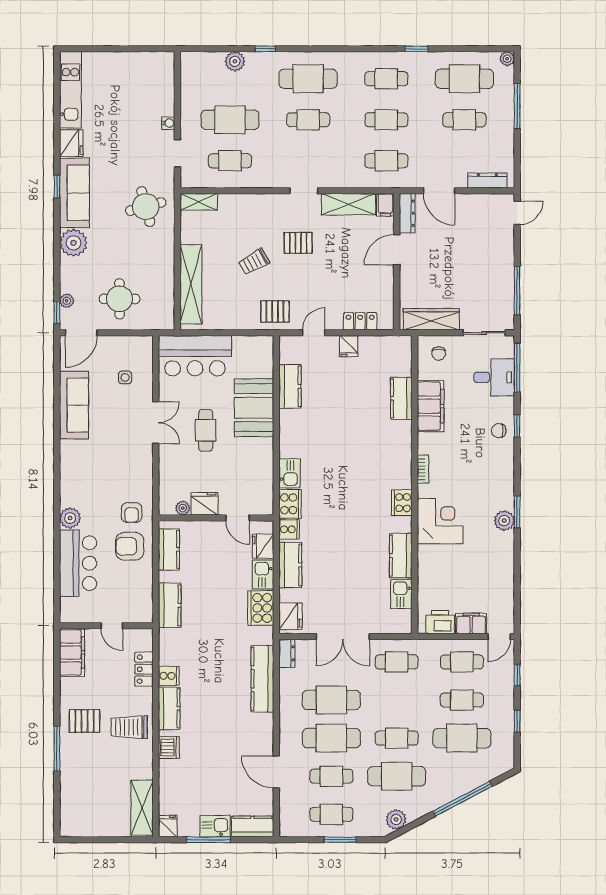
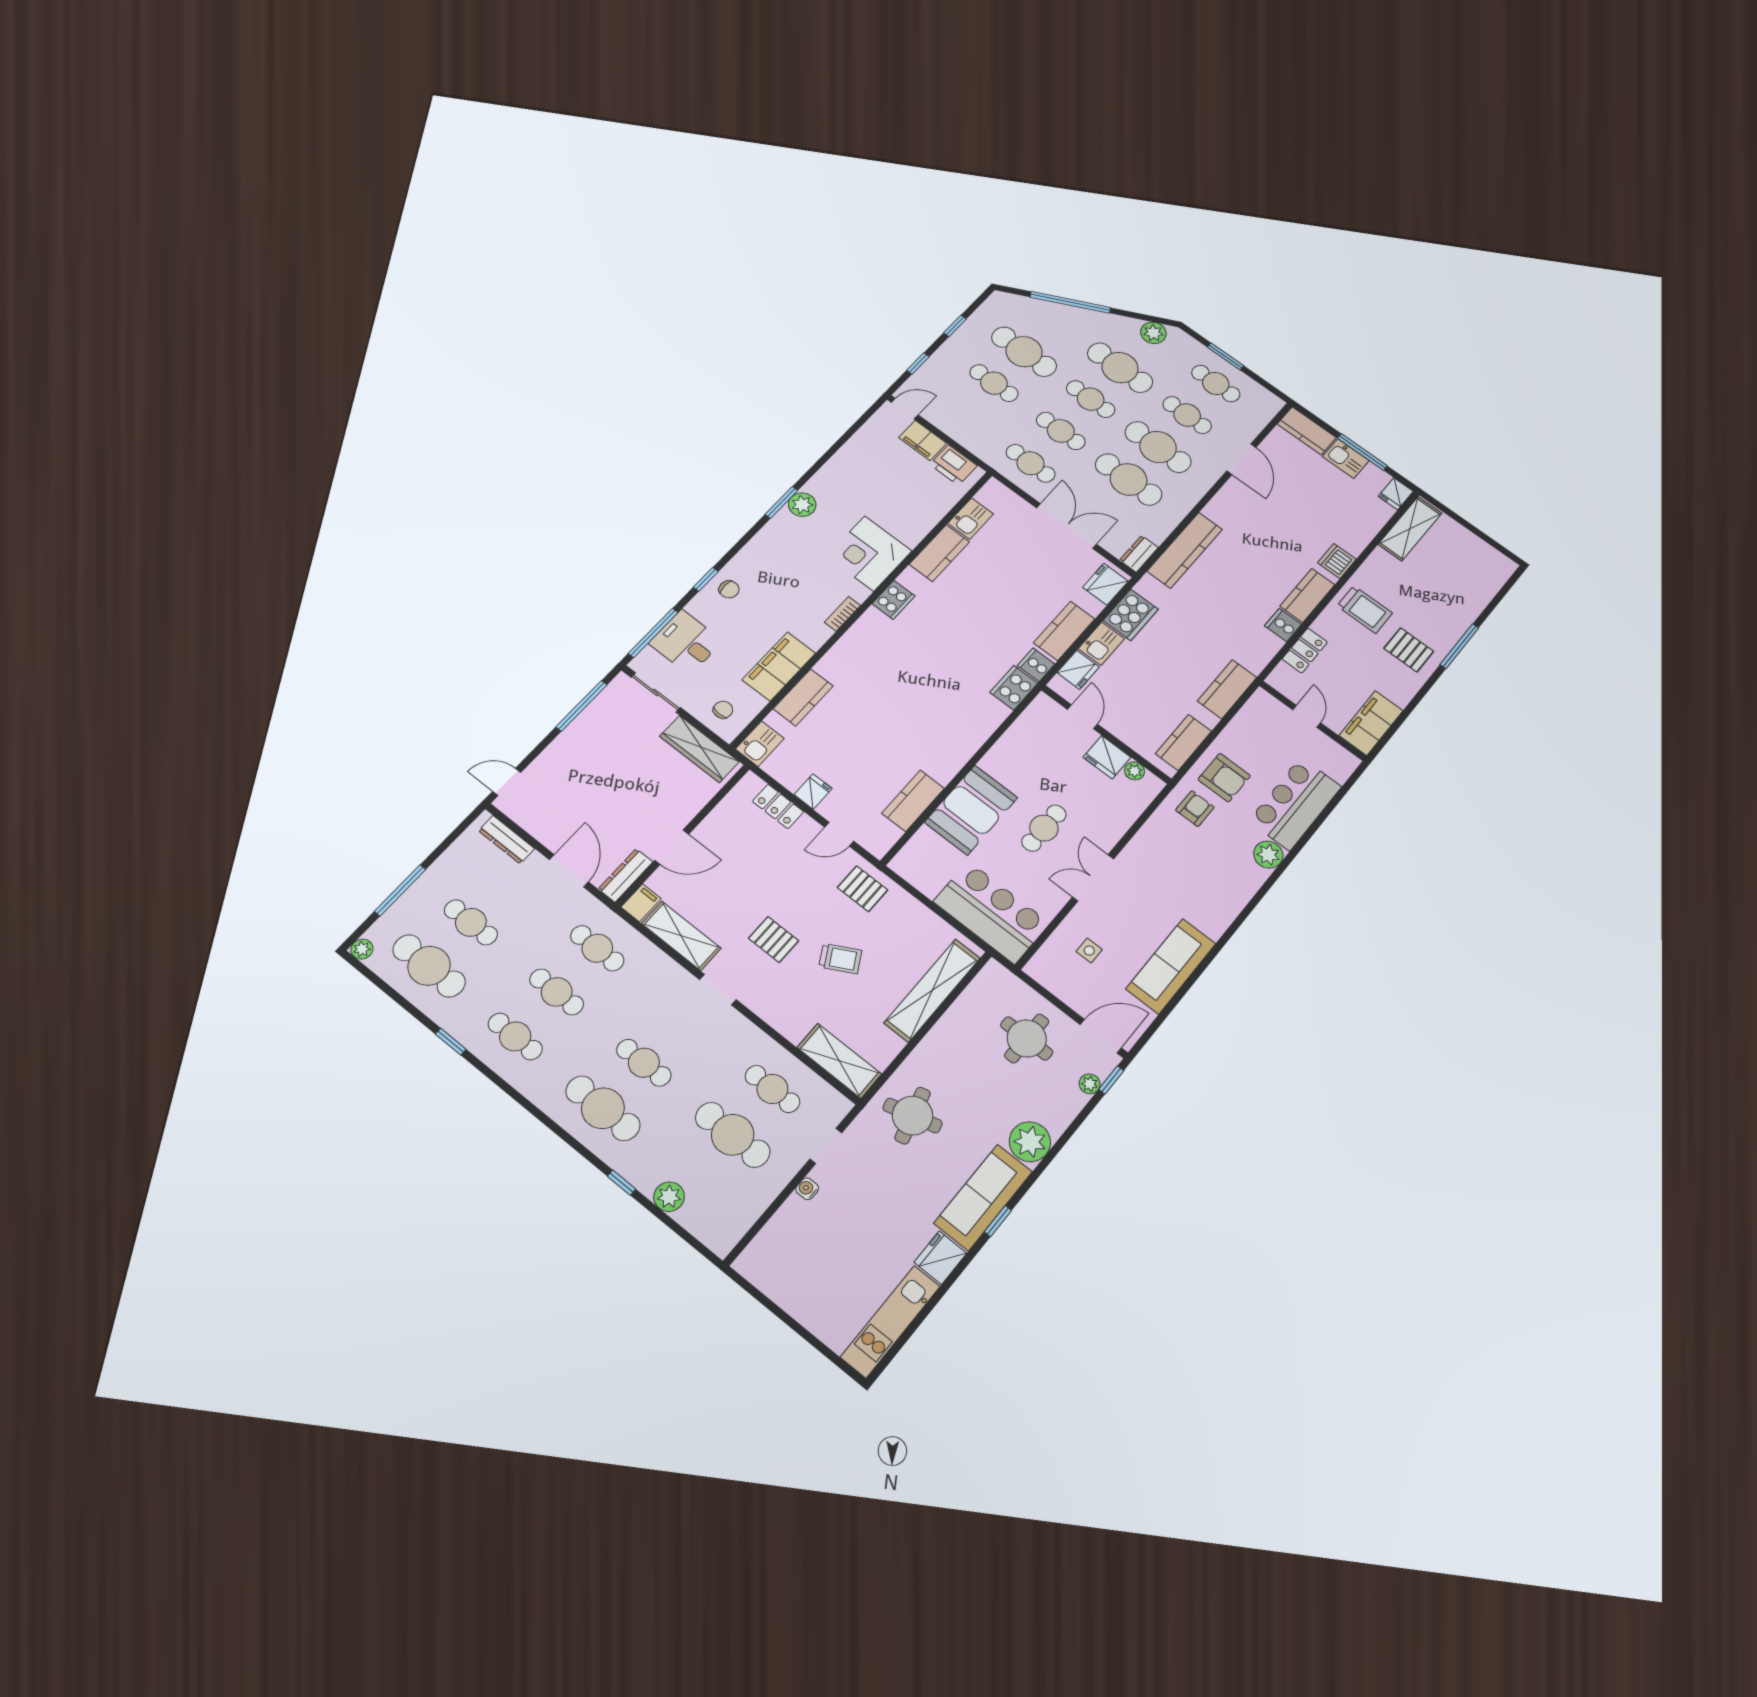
shelving: (199, 202) -> (839, 1061), width x1.50, depth x1.33
kitchen sink: (290, 473) -> (760, 744), moved, turned 180
cafe table: (462, 662) -> (1061, 431), moved

